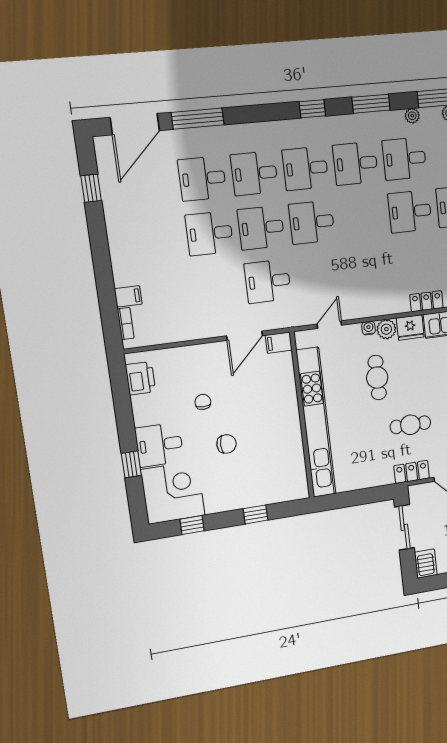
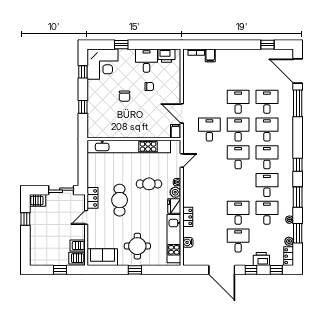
door: (329, 325) -> (182, 160), hinge flipped
cafe table: (410, 425) -> (120, 200), width x1.37, depth x1.35
desk: (159, 445) -> (146, 61), moved

